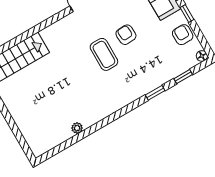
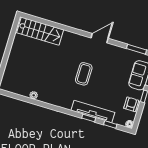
armchair: (126, 35) -> (104, 76), removed
tv unit: (152, 82) -> (93, 111), added

